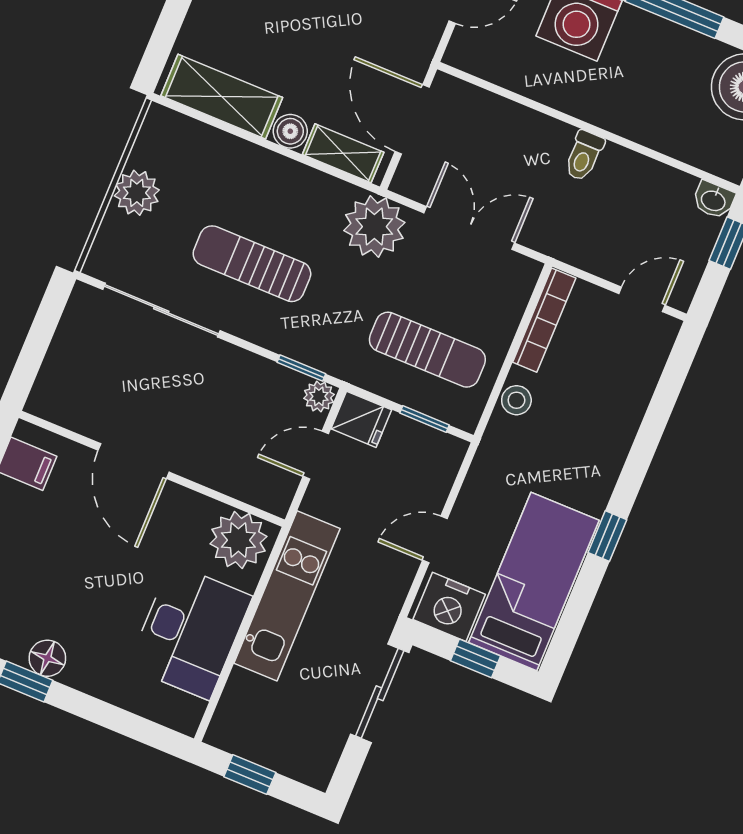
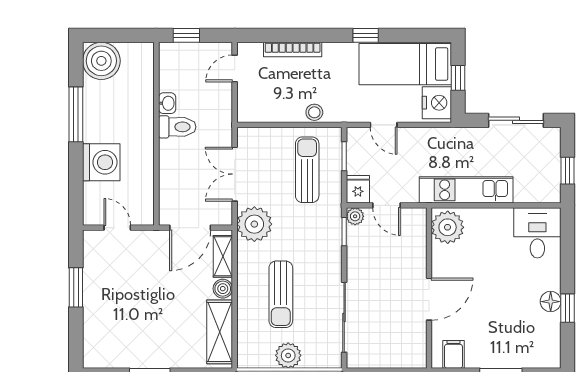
toilet: (584, 156) -> (177, 127), width x1.37, depth x1.39
washbasin: (714, 200) -> (167, 103), moved
sun lounger: (252, 264) -> (281, 294), moved
door: (642, 299) -> (235, 69), hinge flipped
bookcase: (544, 320) -> (293, 50), moved, turned 180
door: (435, 539) -> (384, 125), moved
desk: (190, 631) -> (537, 233), moved, width x0.73
sliding door: (380, 693) -> (516, 120), moved

